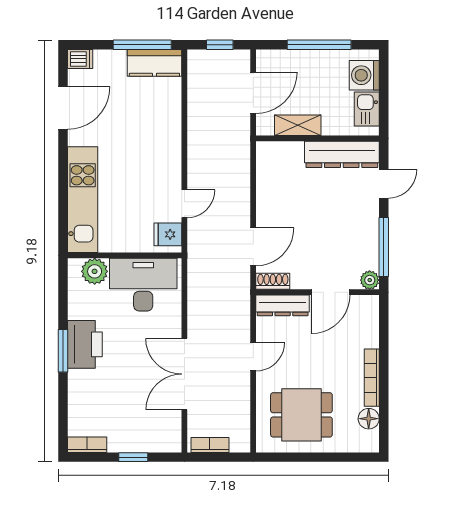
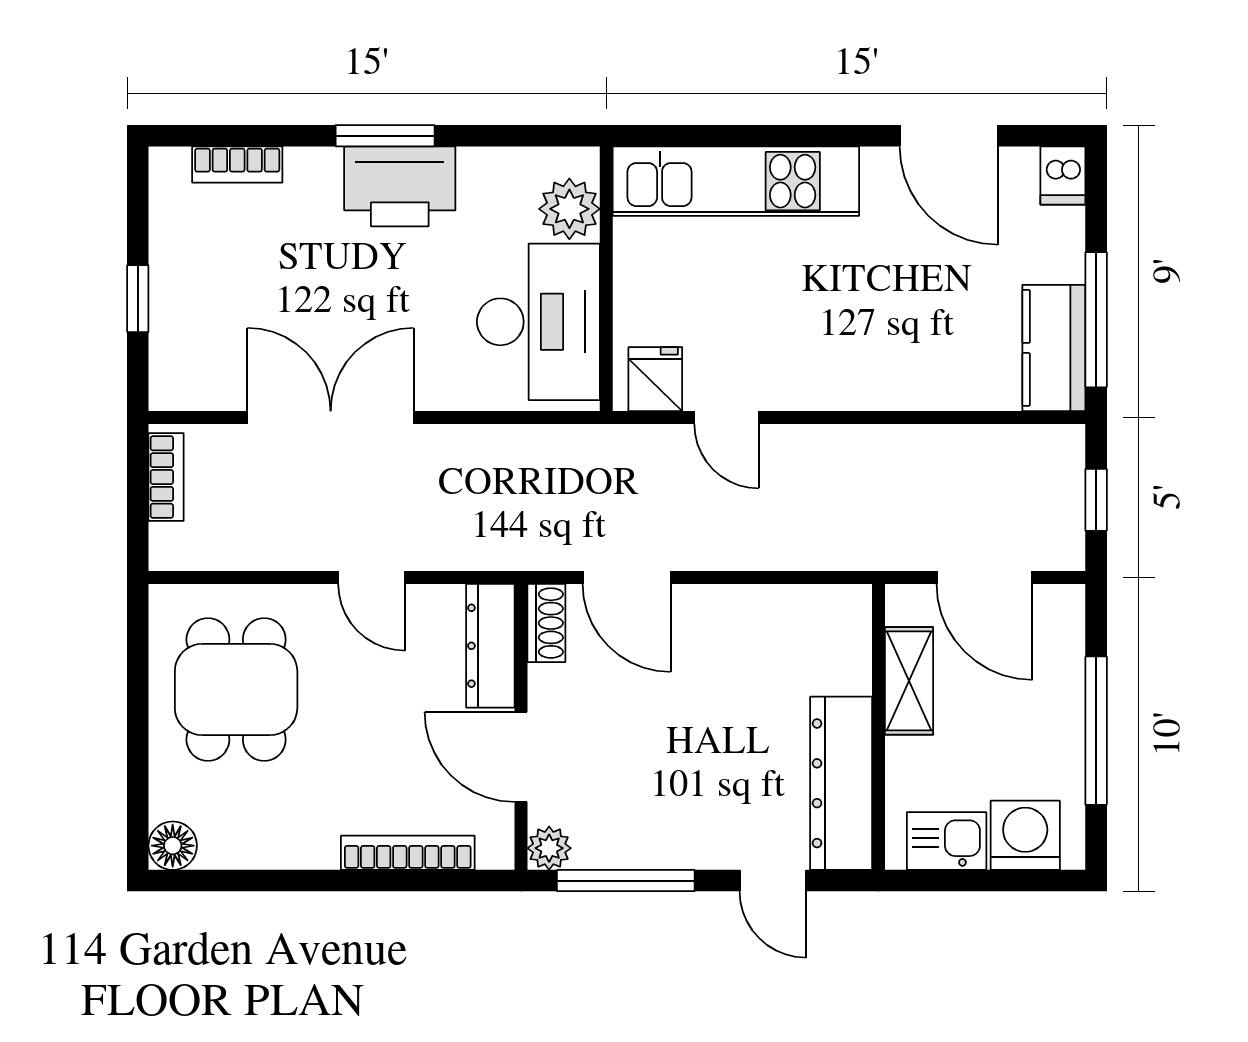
bookcase: (372, 378) -> (408, 853), moved
floor lamp: (369, 419) -> (173, 846), moved
bookcase: (87, 445) -> (237, 164), moved, turned 90

